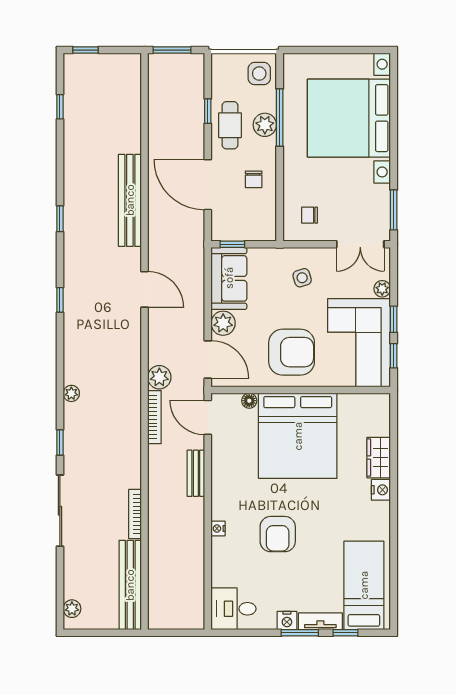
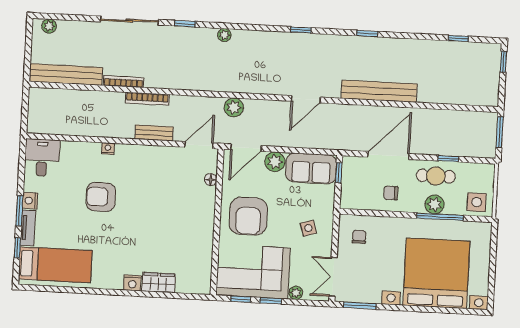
bookcase: (154, 417) -> (147, 99), moved
bed: (298, 436) -> (180, 218), removed

